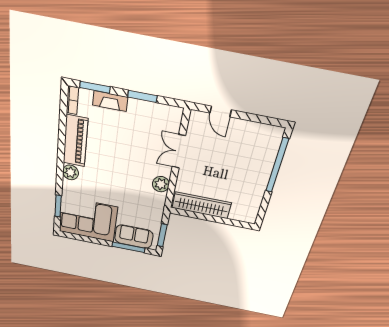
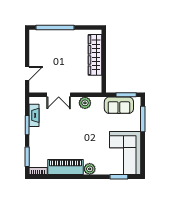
fireplace: (110, 101) -> (34, 115), moved
wardrobe: (201, 205) -> (95, 55), moved
sofa: (134, 237) -> (119, 105), moved, turned -90

